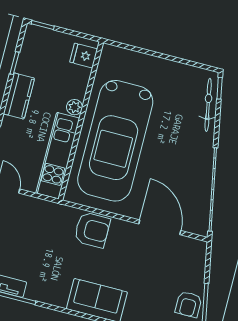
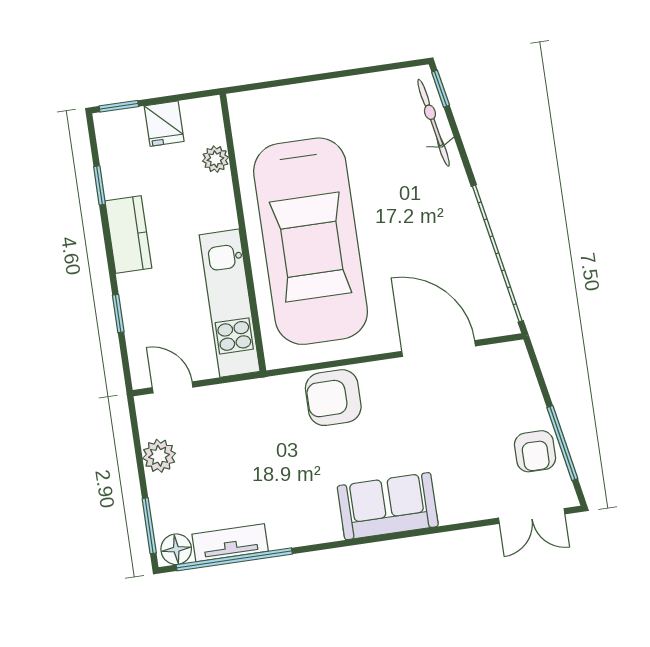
fridge: (84, 55) -> (164, 124), moved, turned -90
plant: (74, 107) -> (216, 159), moved
armchair: (92, 230) -> (333, 398), turned 180

